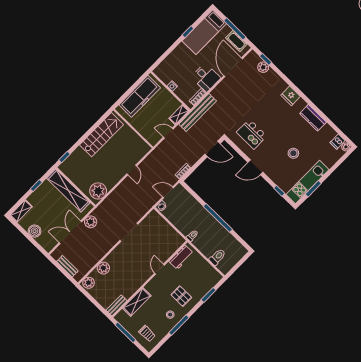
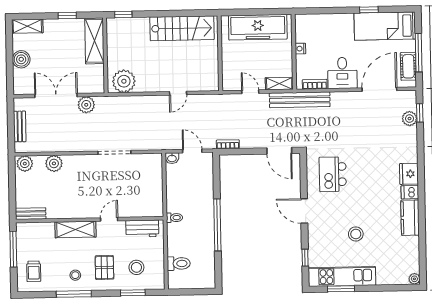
dishwasher: (337, 142) -> (410, 192), moved
shelving: (68, 190) -> (94, 41), width x0.68
stool: (198, 280) -> (136, 267), added
shelving: (137, 302) -> (75, 229), moved

